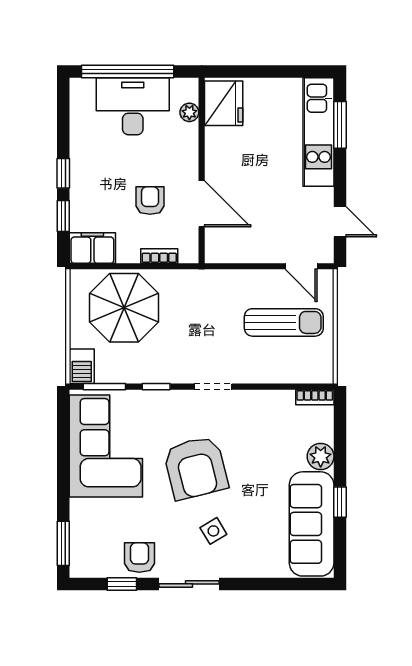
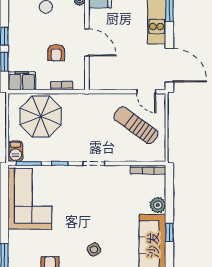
armchair: (150, 201) -> (56, 53), turned 180
door: (202, 204) -> (87, 42), moved
door: (340, 222) -> (169, 65), width x1.88
sun lounger: (284, 322) -> (136, 125), turned -144
bookcase: (315, 397) -> (148, 170), width x1.56
armchair: (196, 468) -> (83, 212), removed

